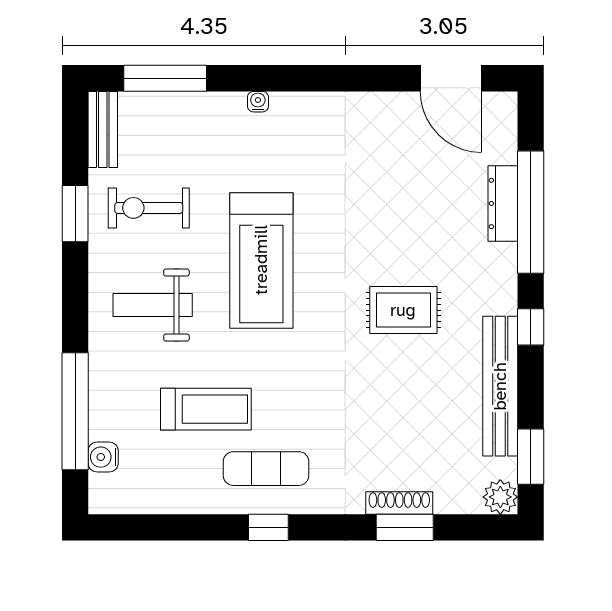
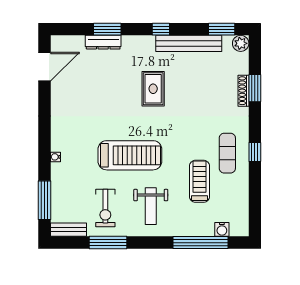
window: (531, 212) -> (107, 29), width x0.47
window: (75, 214) -> (108, 243), width x1.44

